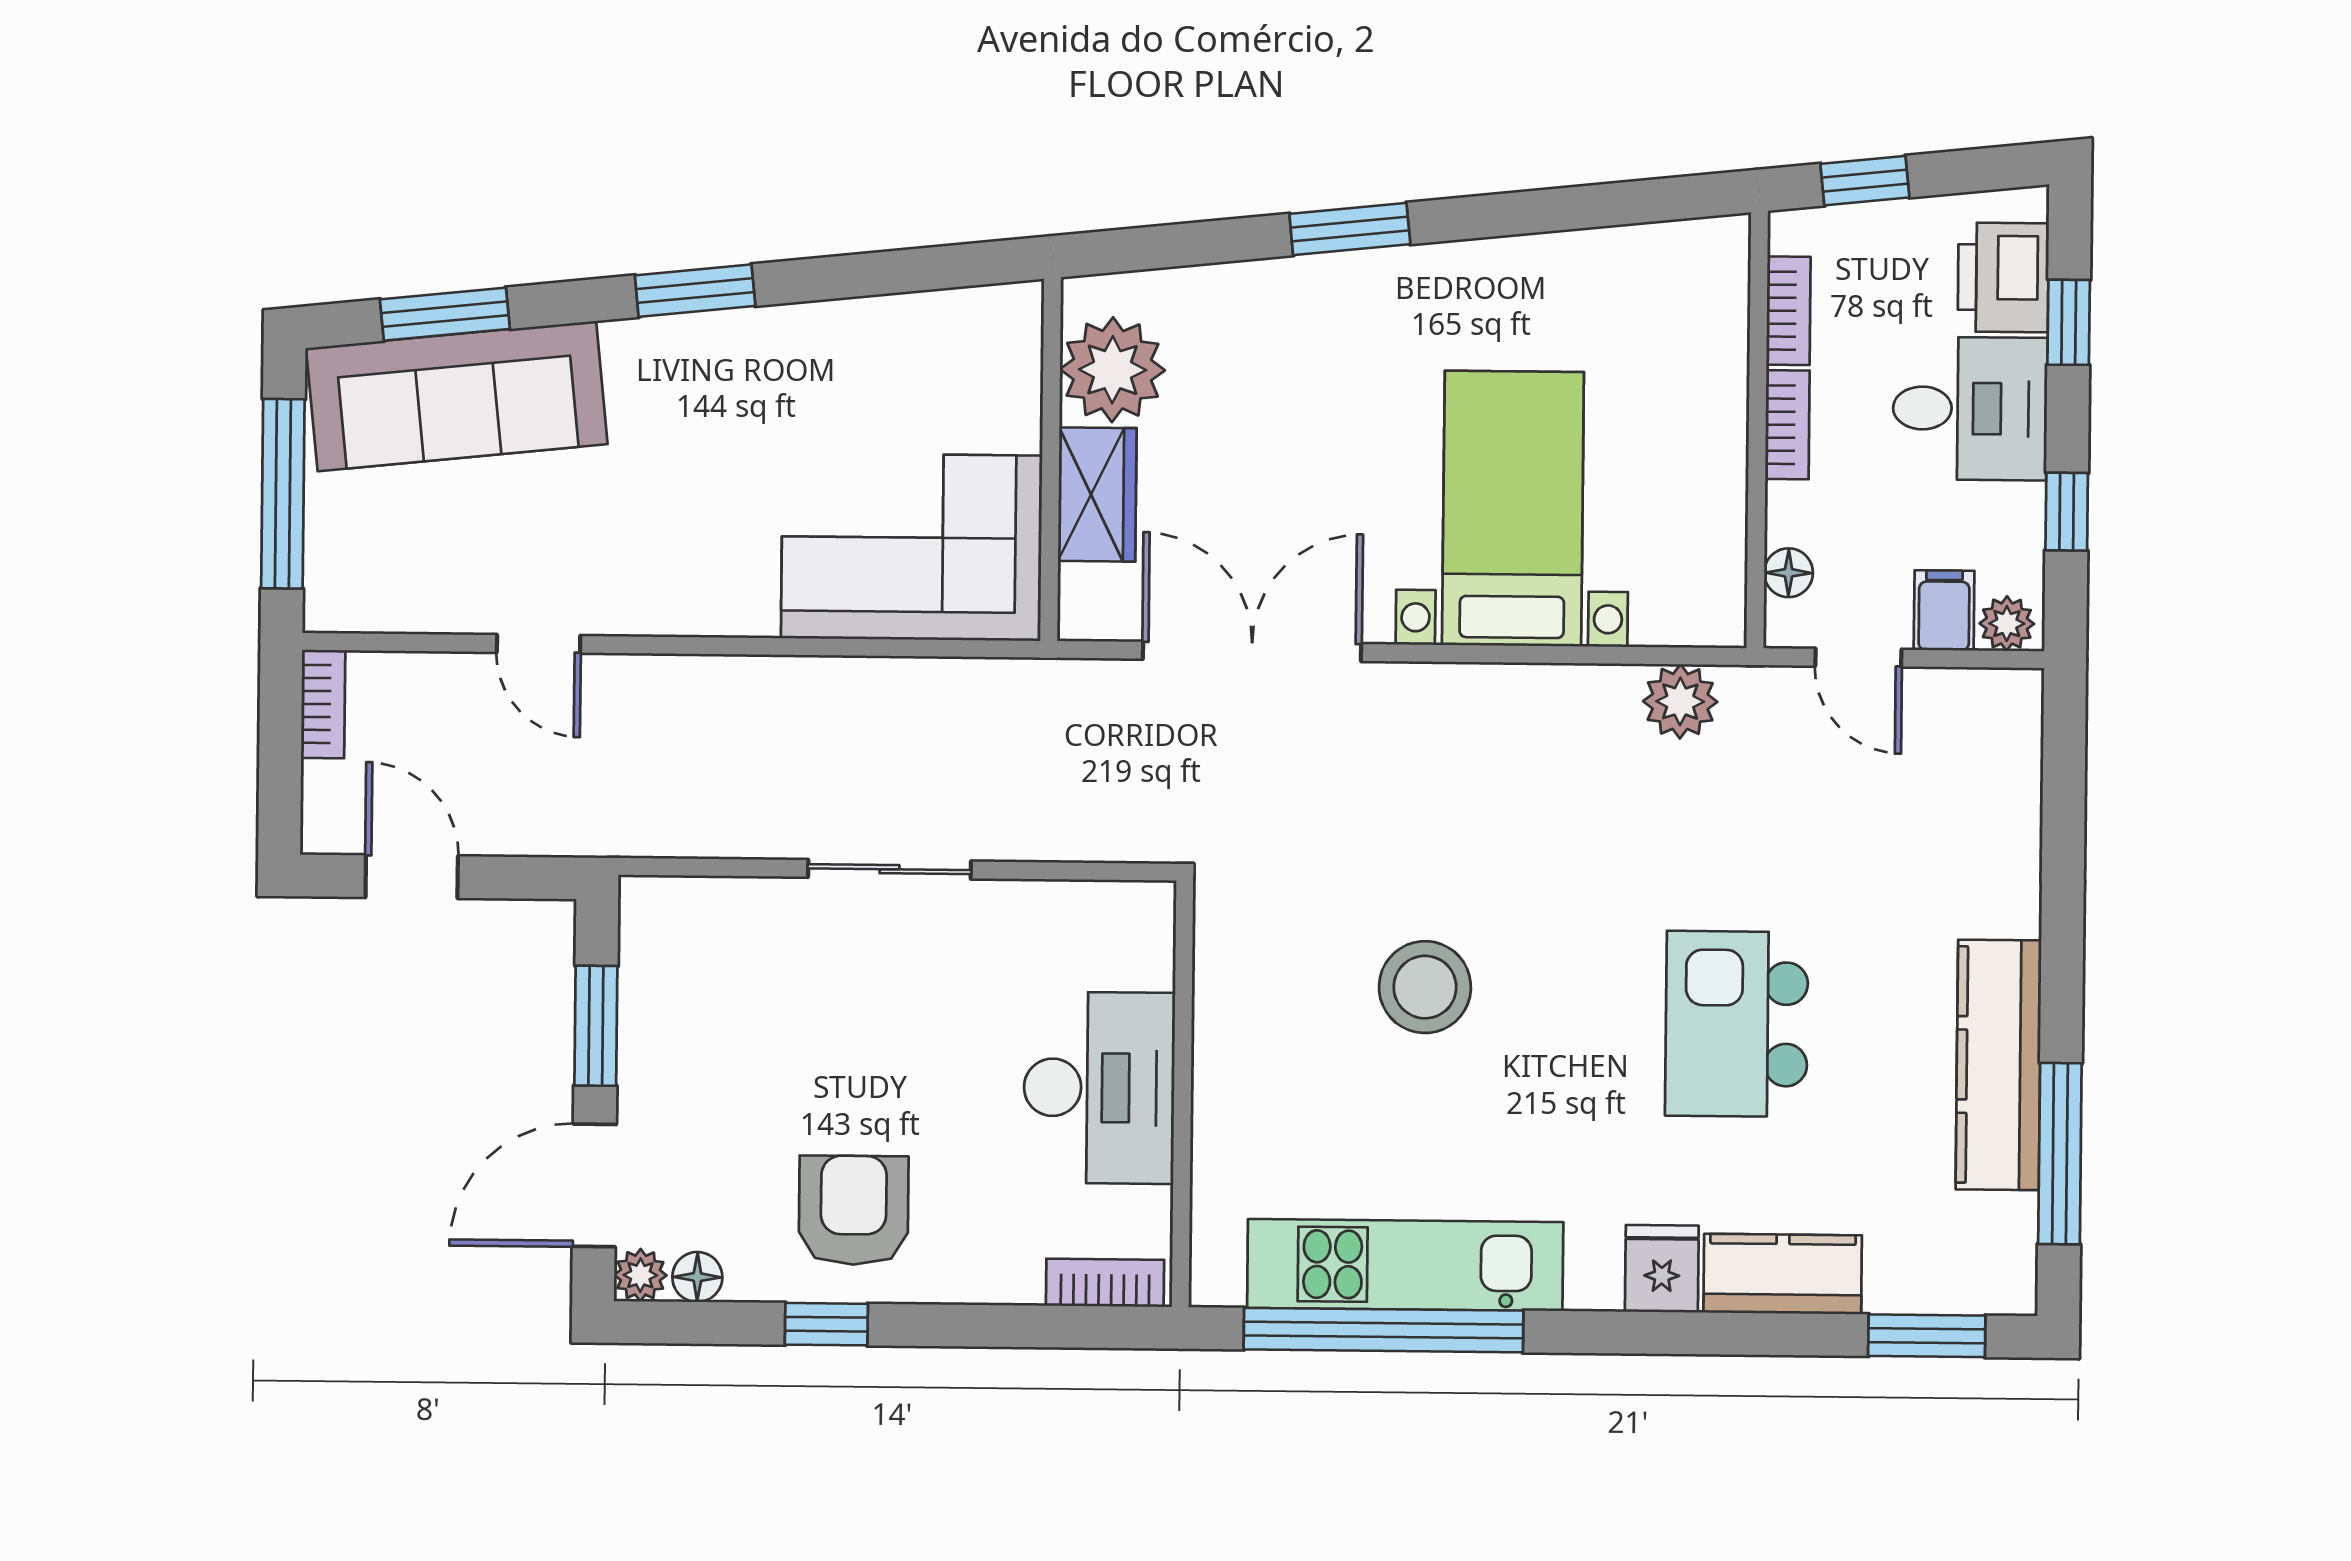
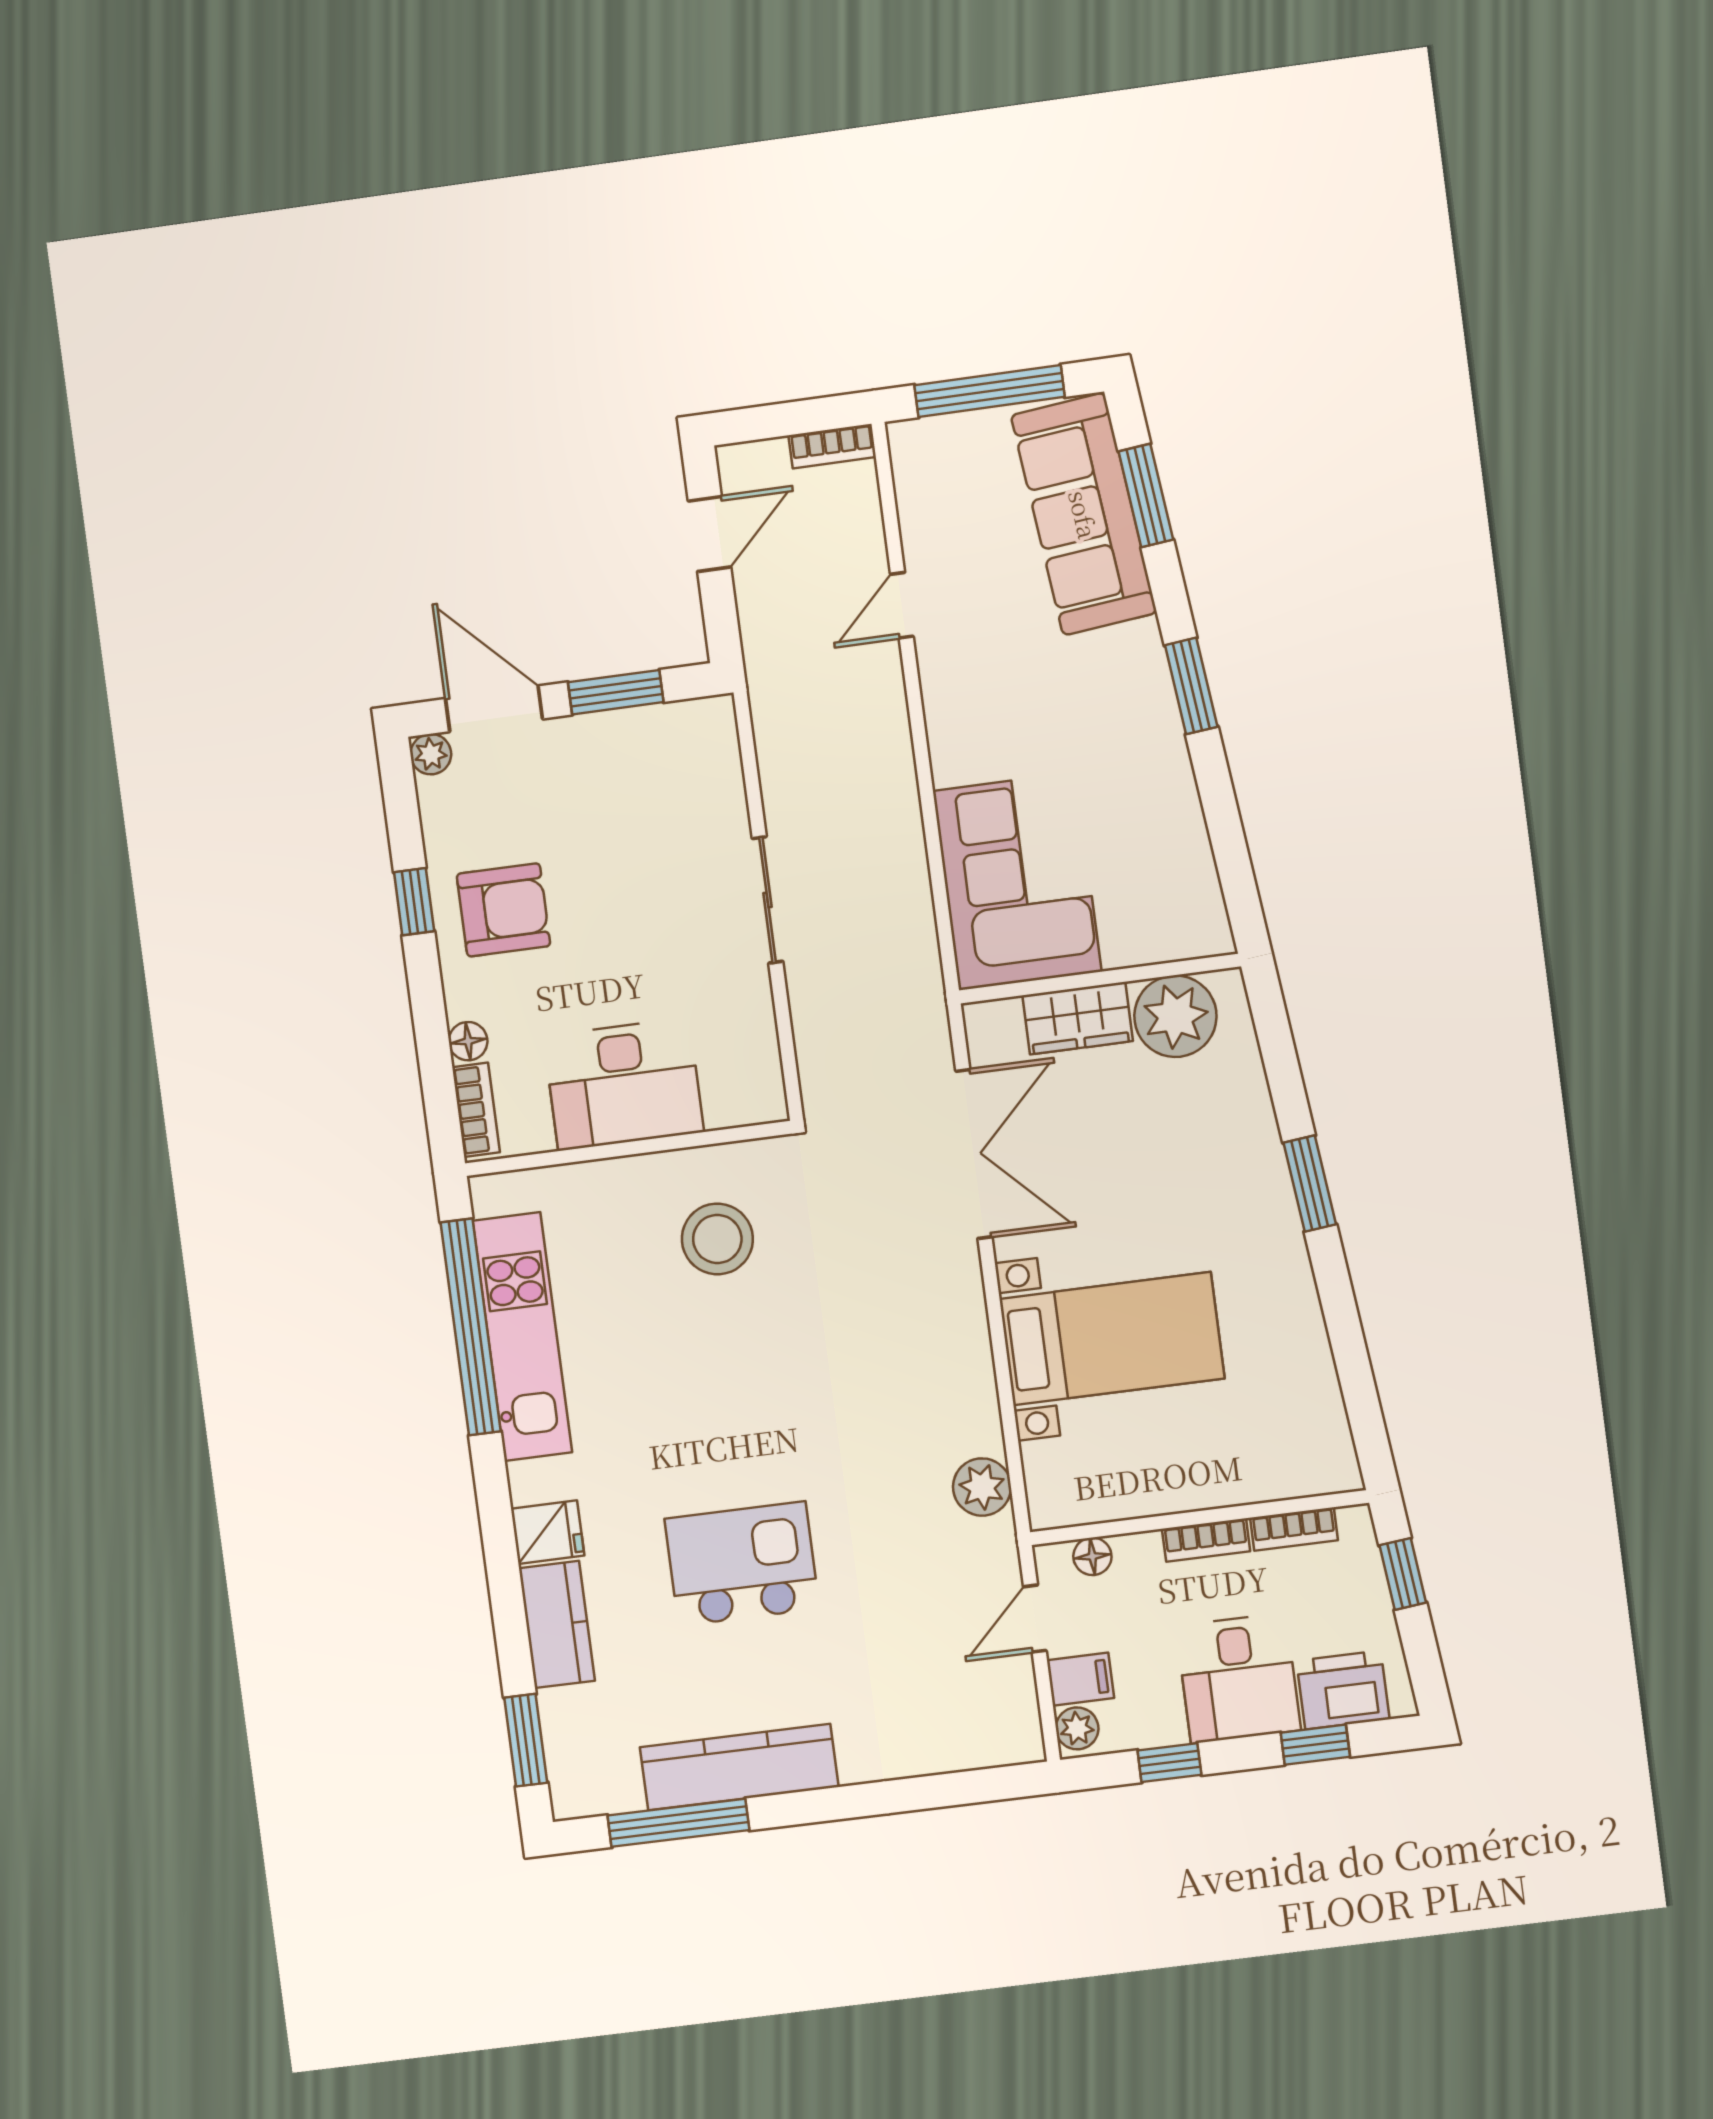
stool: (1425, 987) -> (717, 1239), moved
floor lamp: (697, 1277) -> (468, 1041), moved

